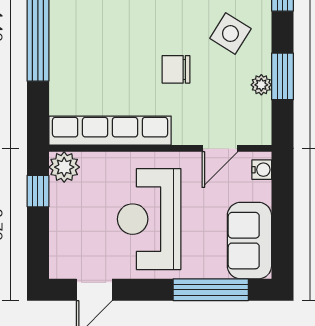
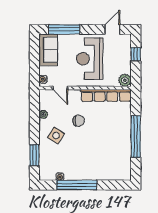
window: (283, 76) -> (34, 118), removed
door: (220, 148) -> (60, 88), swing flipped
window: (38, 191) -> (136, 54), moved
reception desk: (149, 219) -> (90, 59), turned 180

